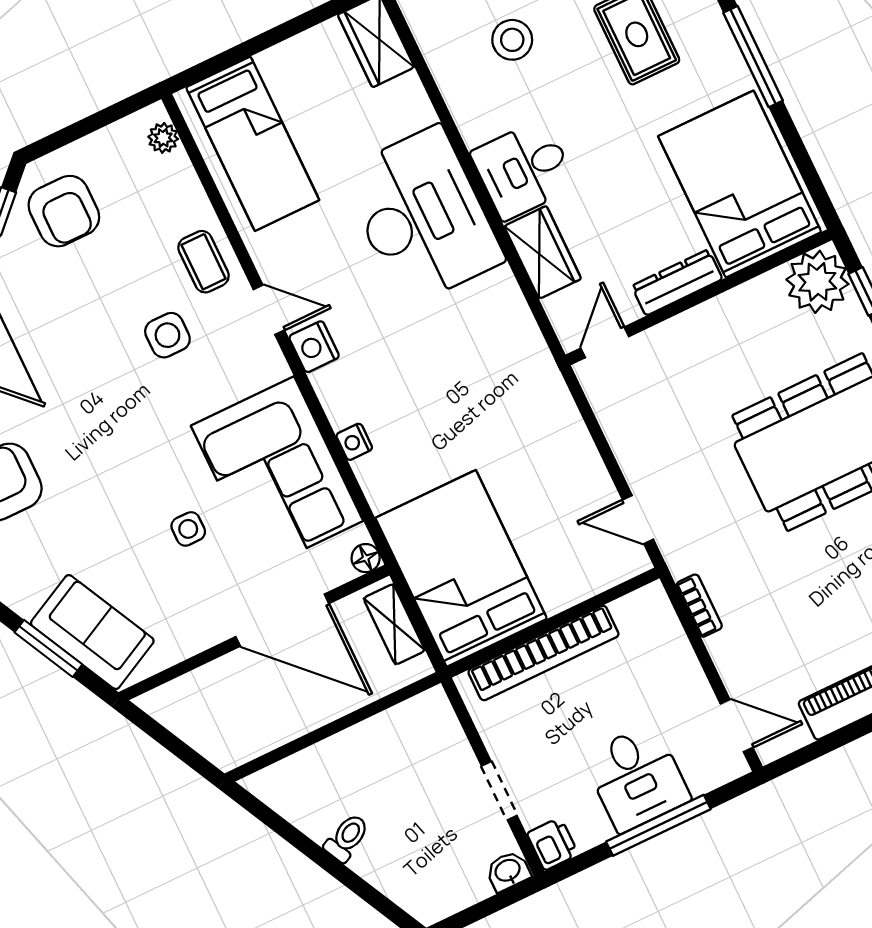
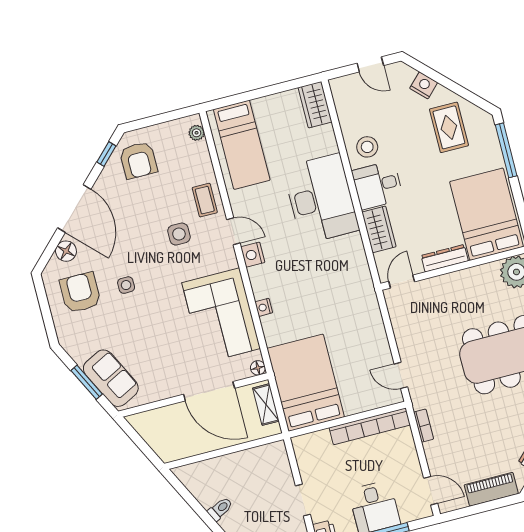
stool: (512, 40) -> (367, 147), moved
side table: (188, 529) -> (126, 285), moved
bookcase: (543, 653) -> (370, 426), moved

